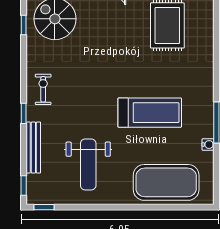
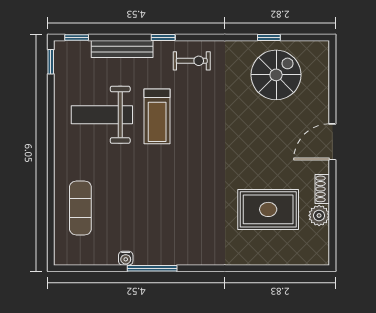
treadmill: (150, 113) -> (157, 116), moved, width x0.73, depth x0.73
exercise mat: (166, 182) -> (80, 208), width x0.50, depth x0.69

